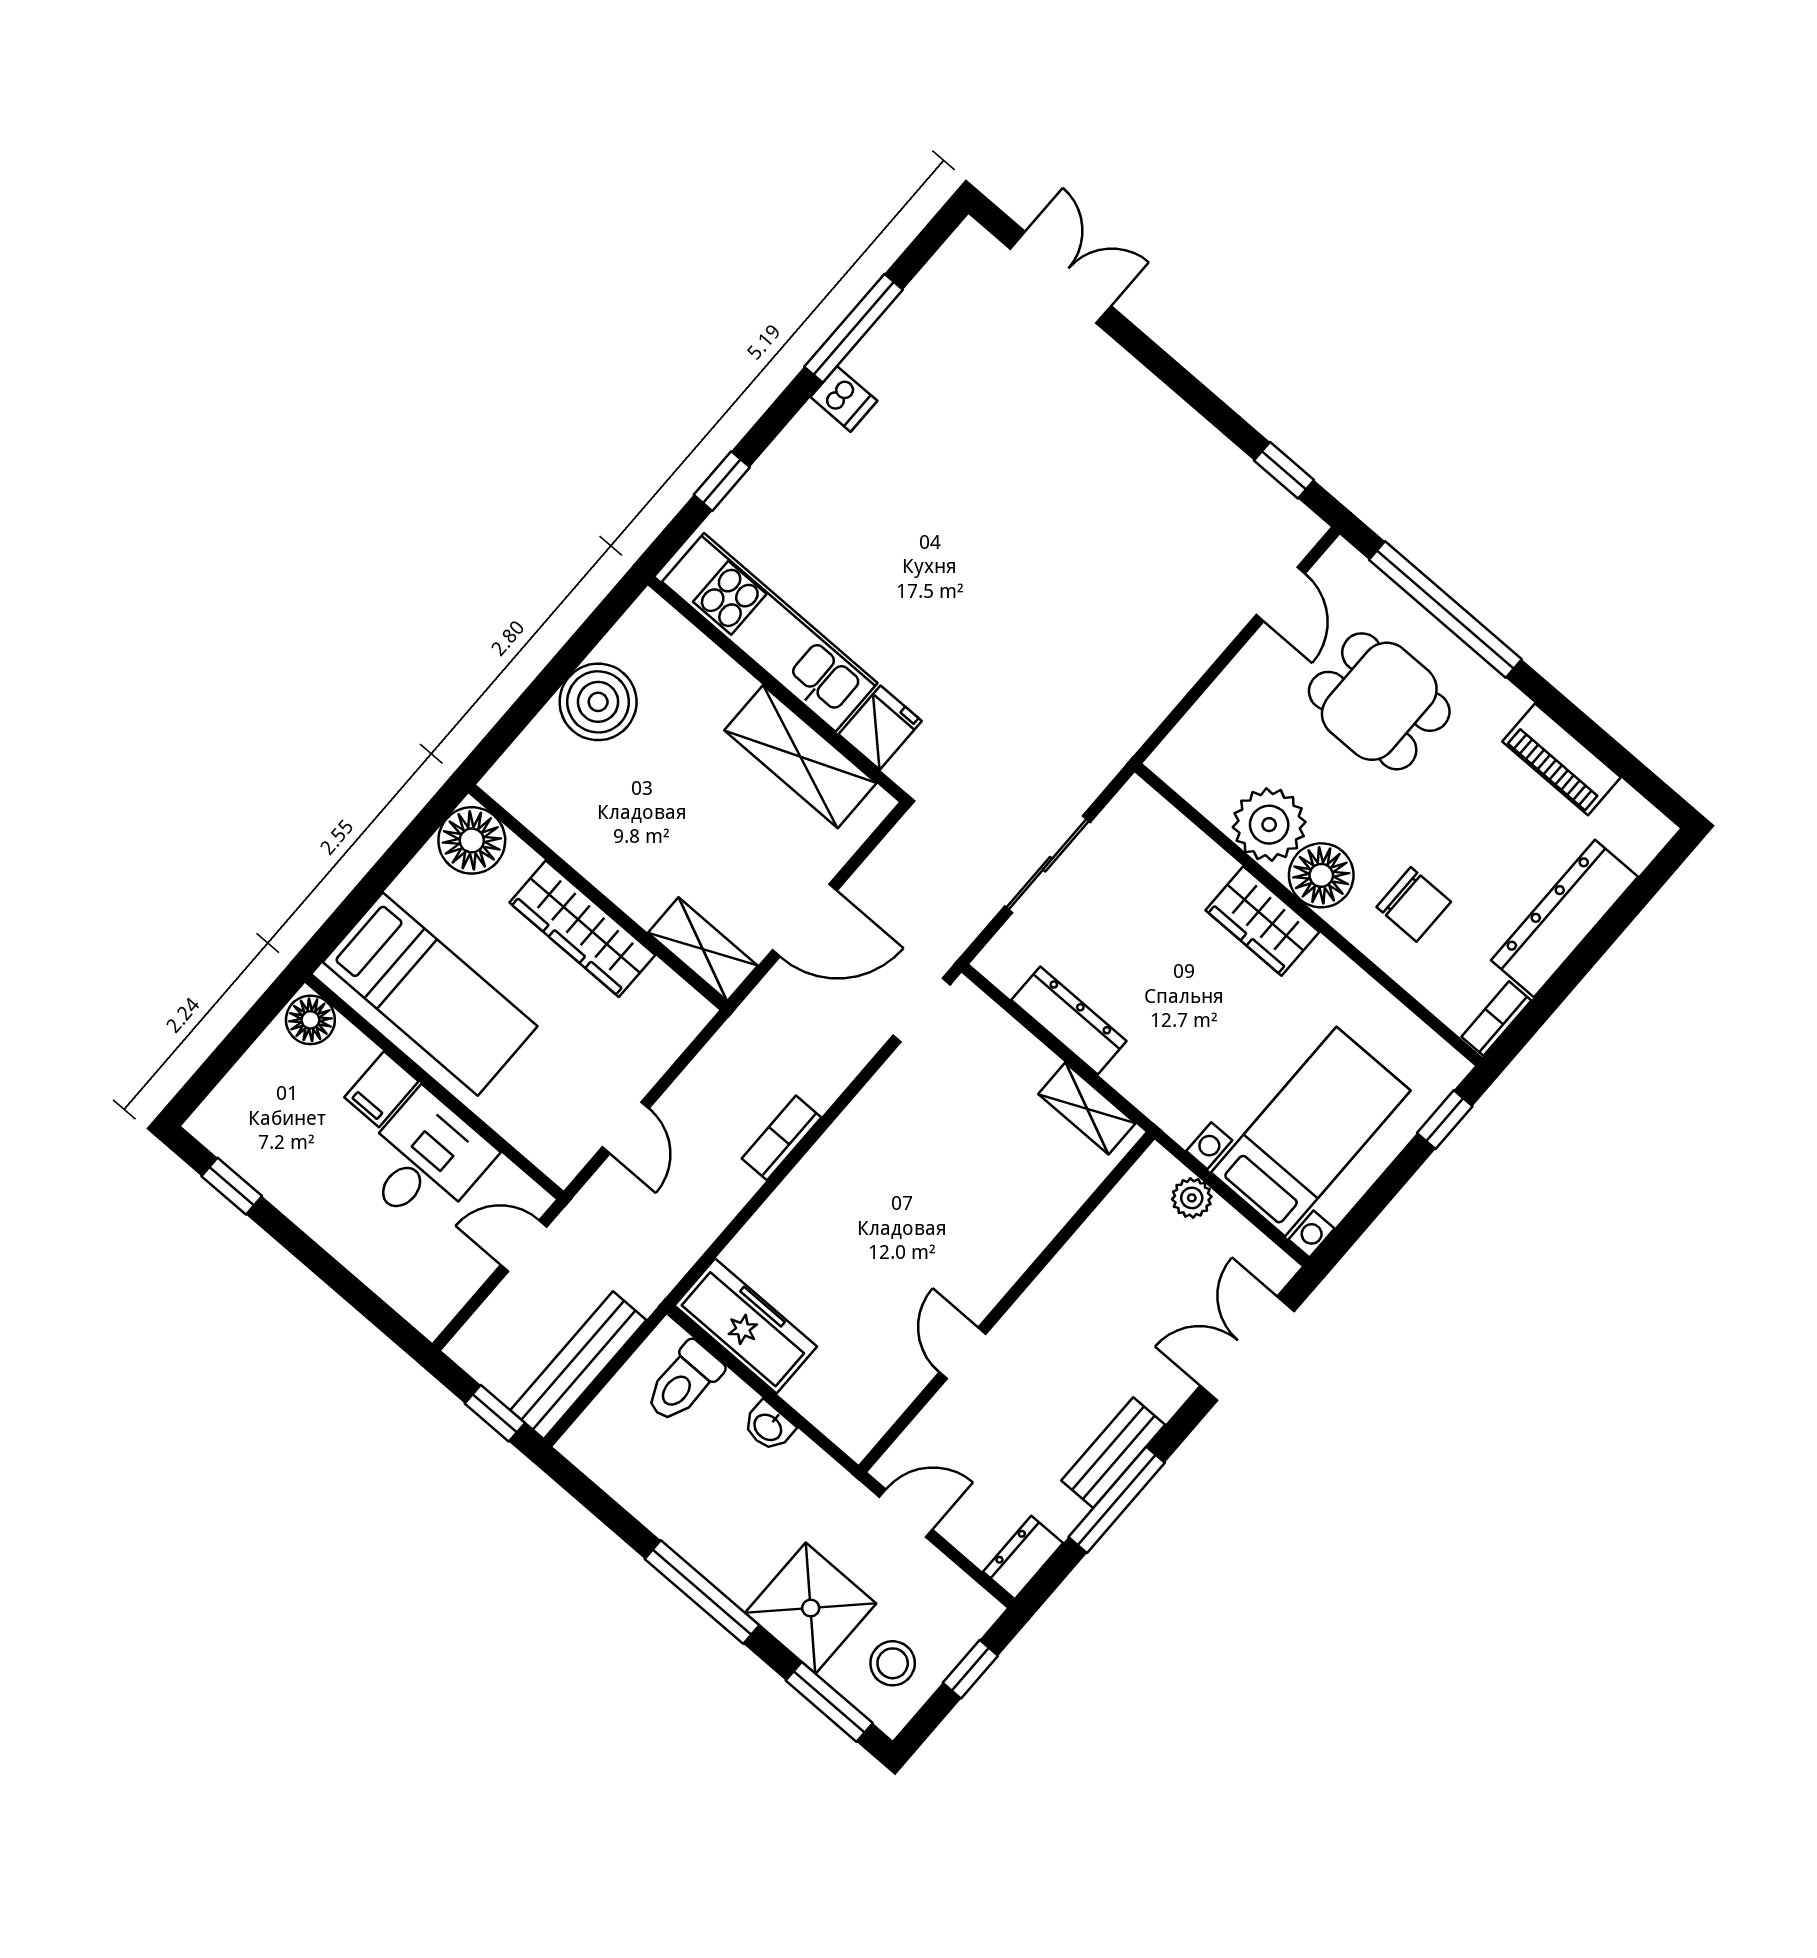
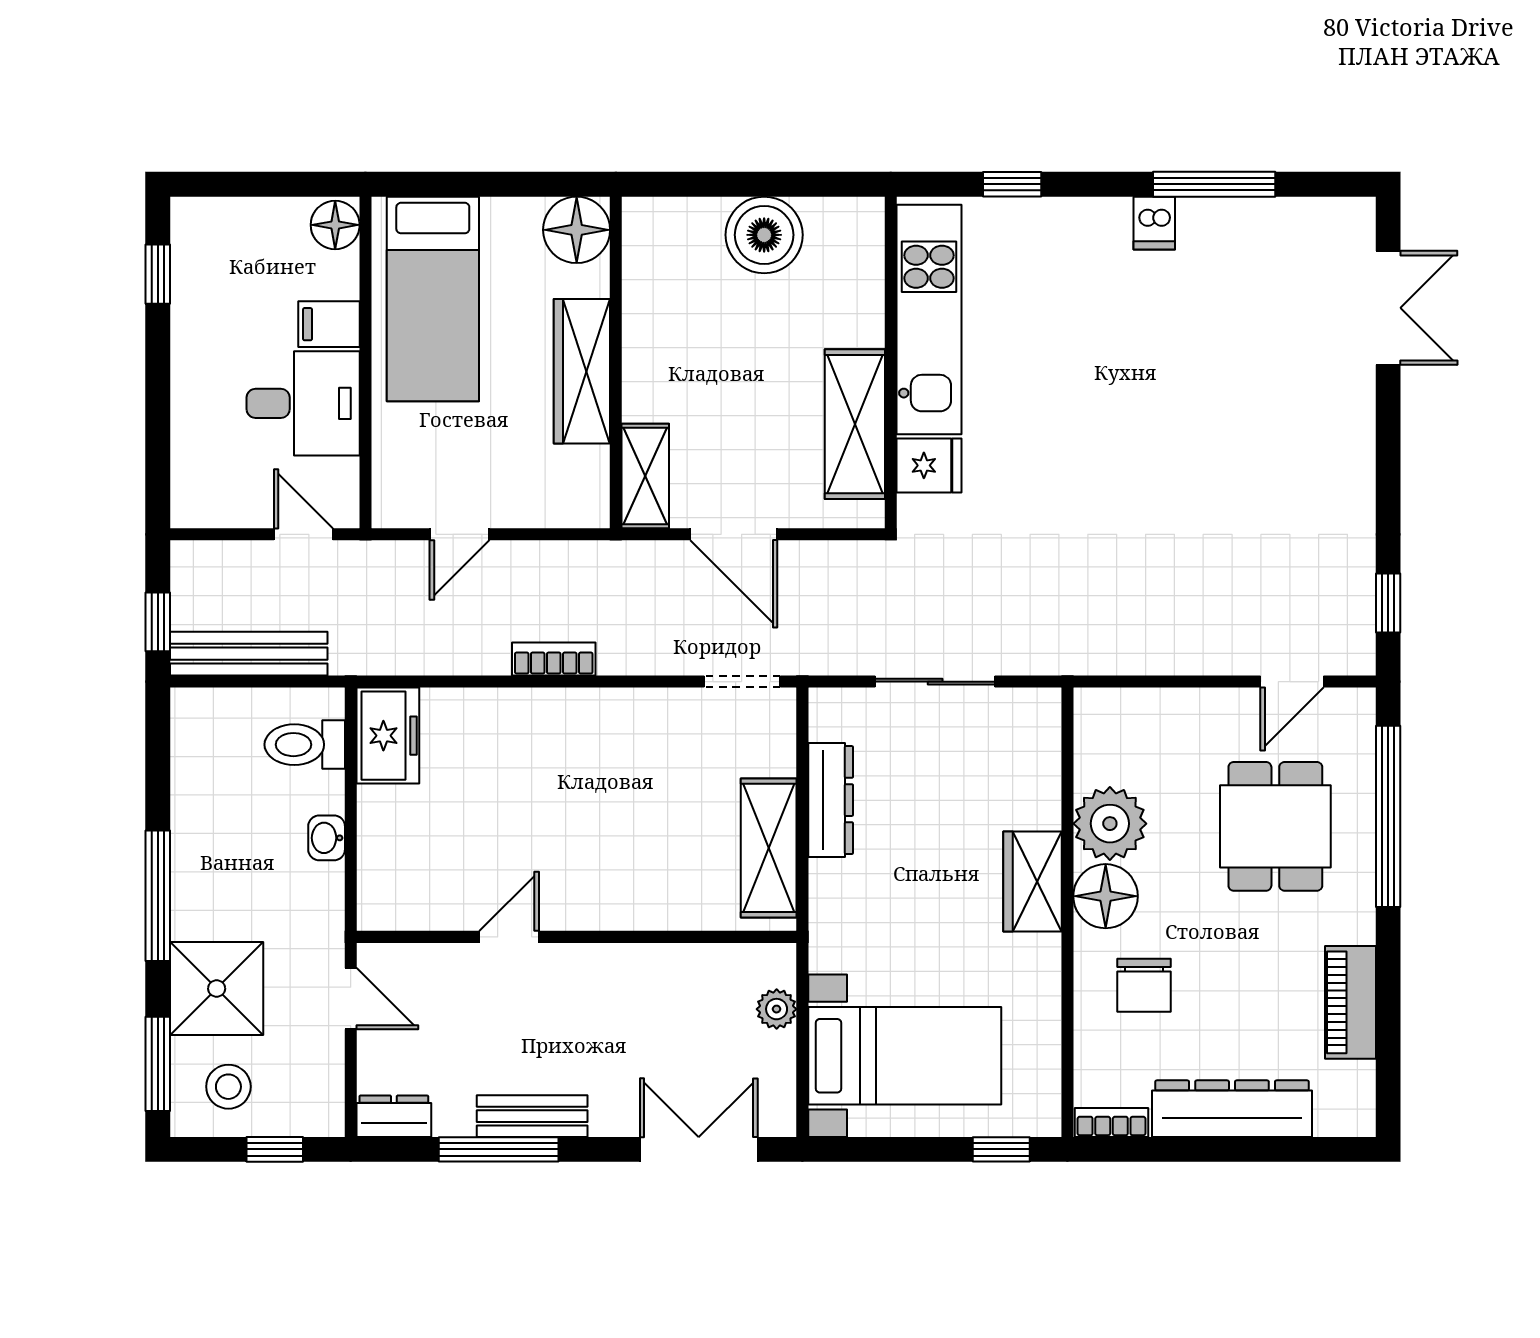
shelving: (1087, 1109) -> (769, 848), width x1.50, depth x1.33
freezer: (746, 1326) -> (388, 736), width x0.71

